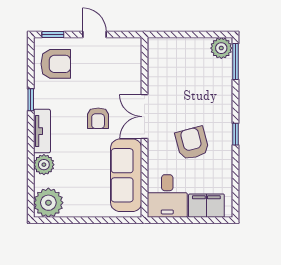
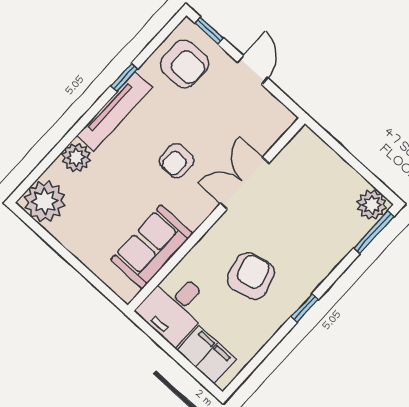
double door: (144, 117) -> (245, 183), moved
tv unit: (42, 131) -> (115, 111), width x1.41
sofa: (126, 175) -> (152, 247), width x0.73

